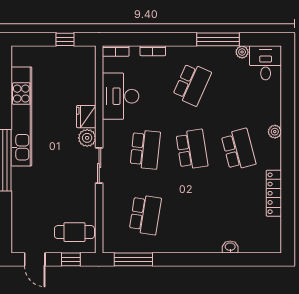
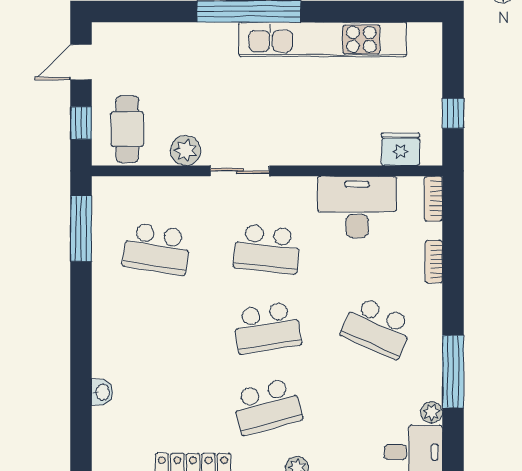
fridge: (86, 117) -> (401, 149), moved
plant: (87, 138) -> (186, 151), moved

